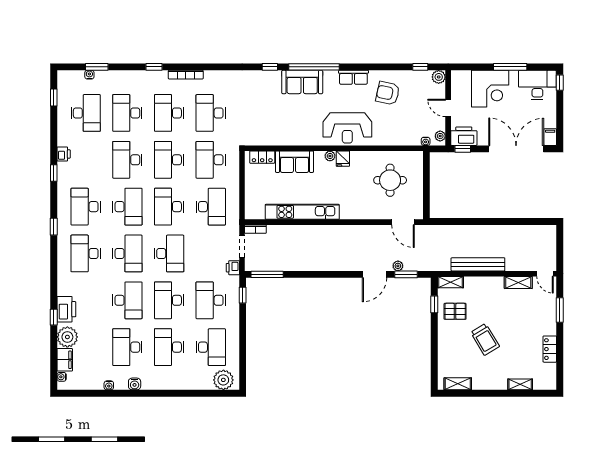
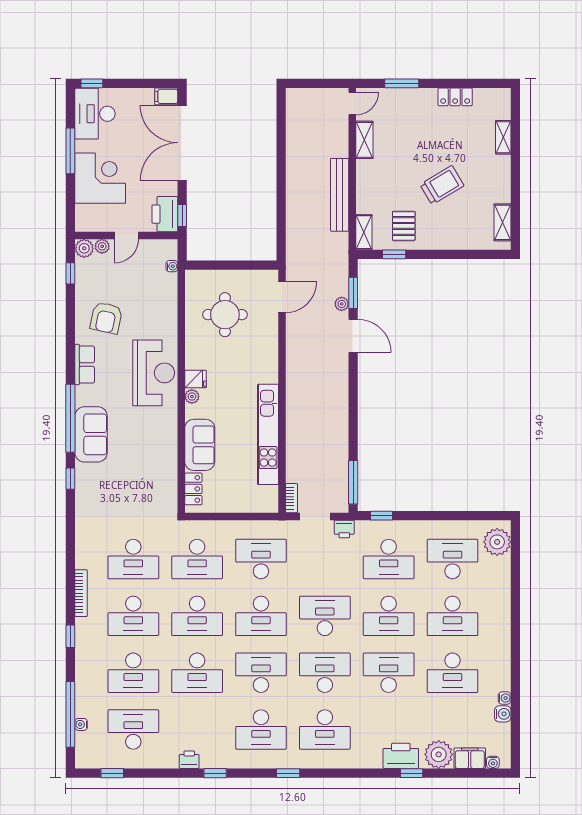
window: (97, 67) -> (70, 714), width x2.11
plant: (440, 136) -> (102, 246), moved
water cooler: (135, 384) -> (503, 714), moved

